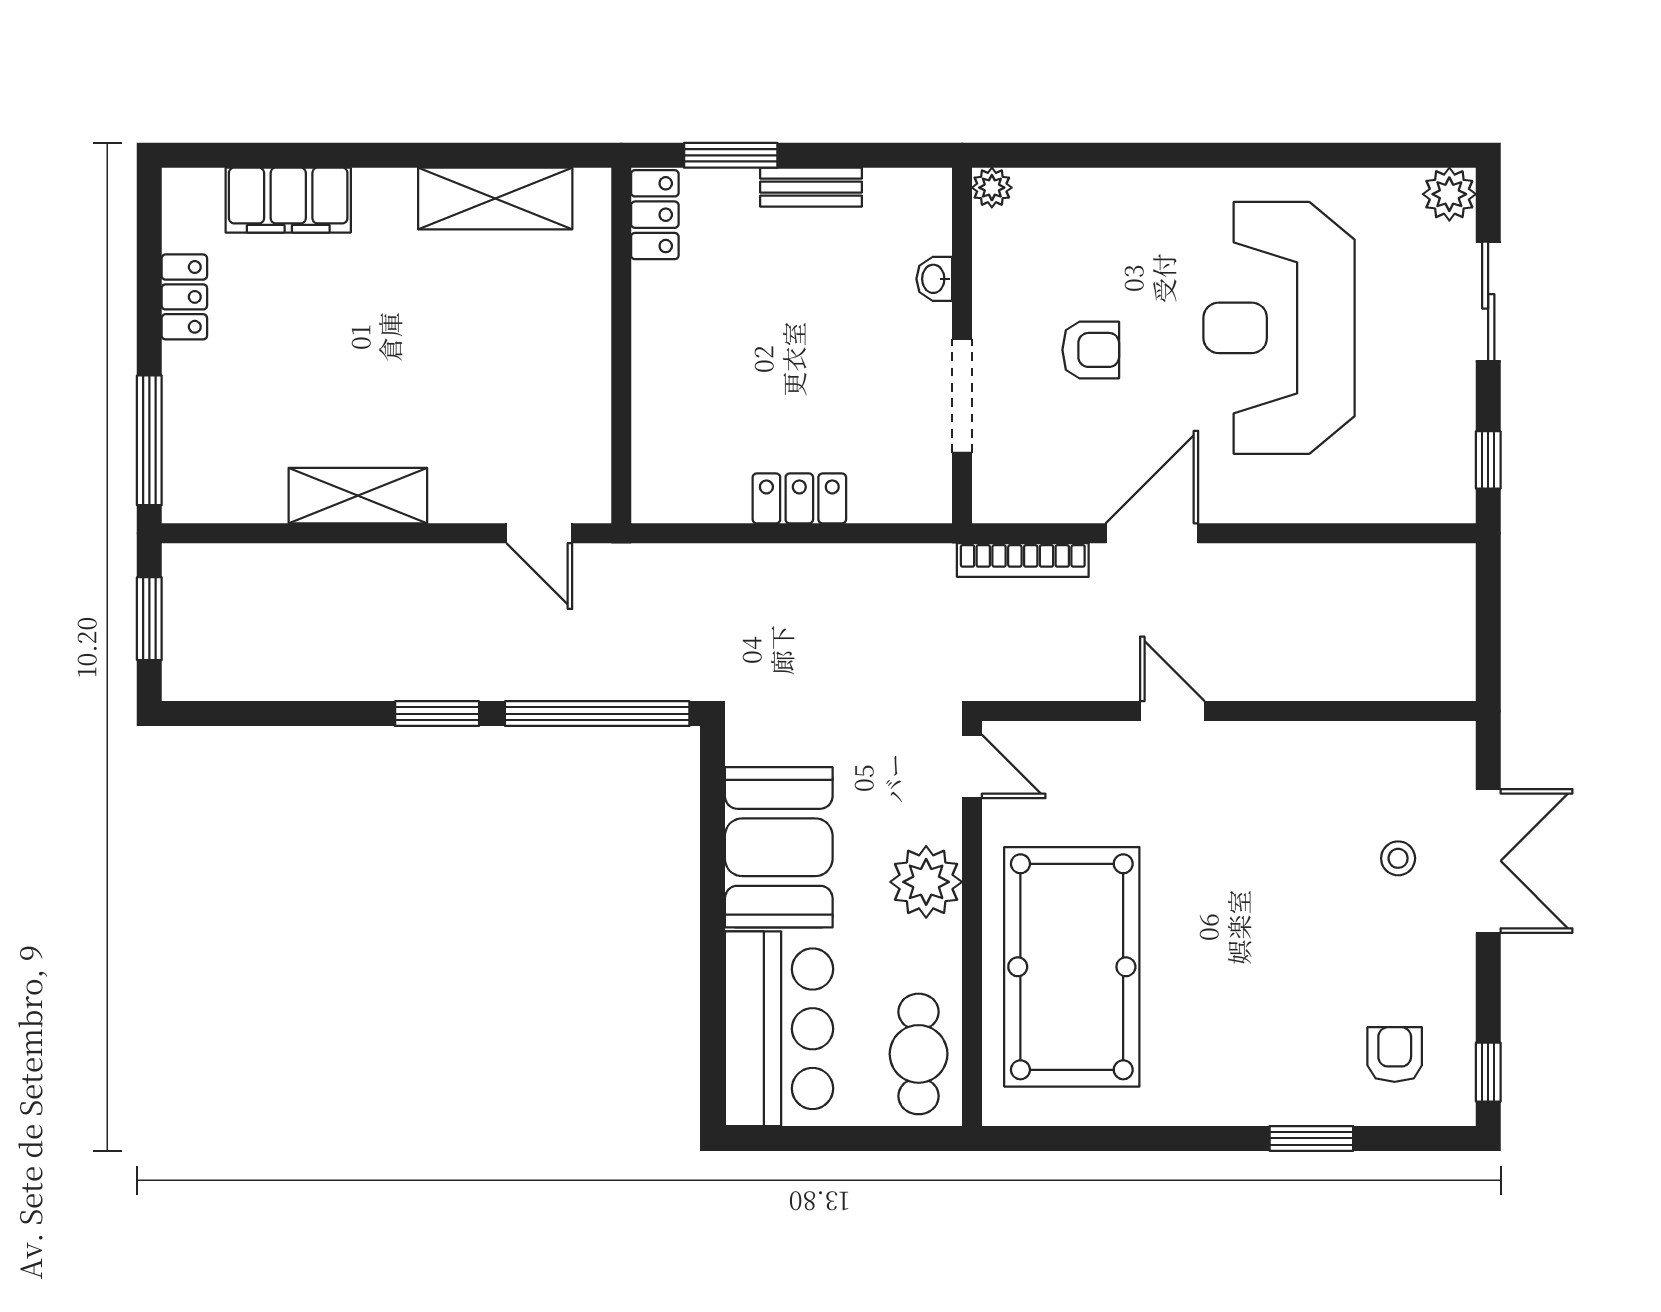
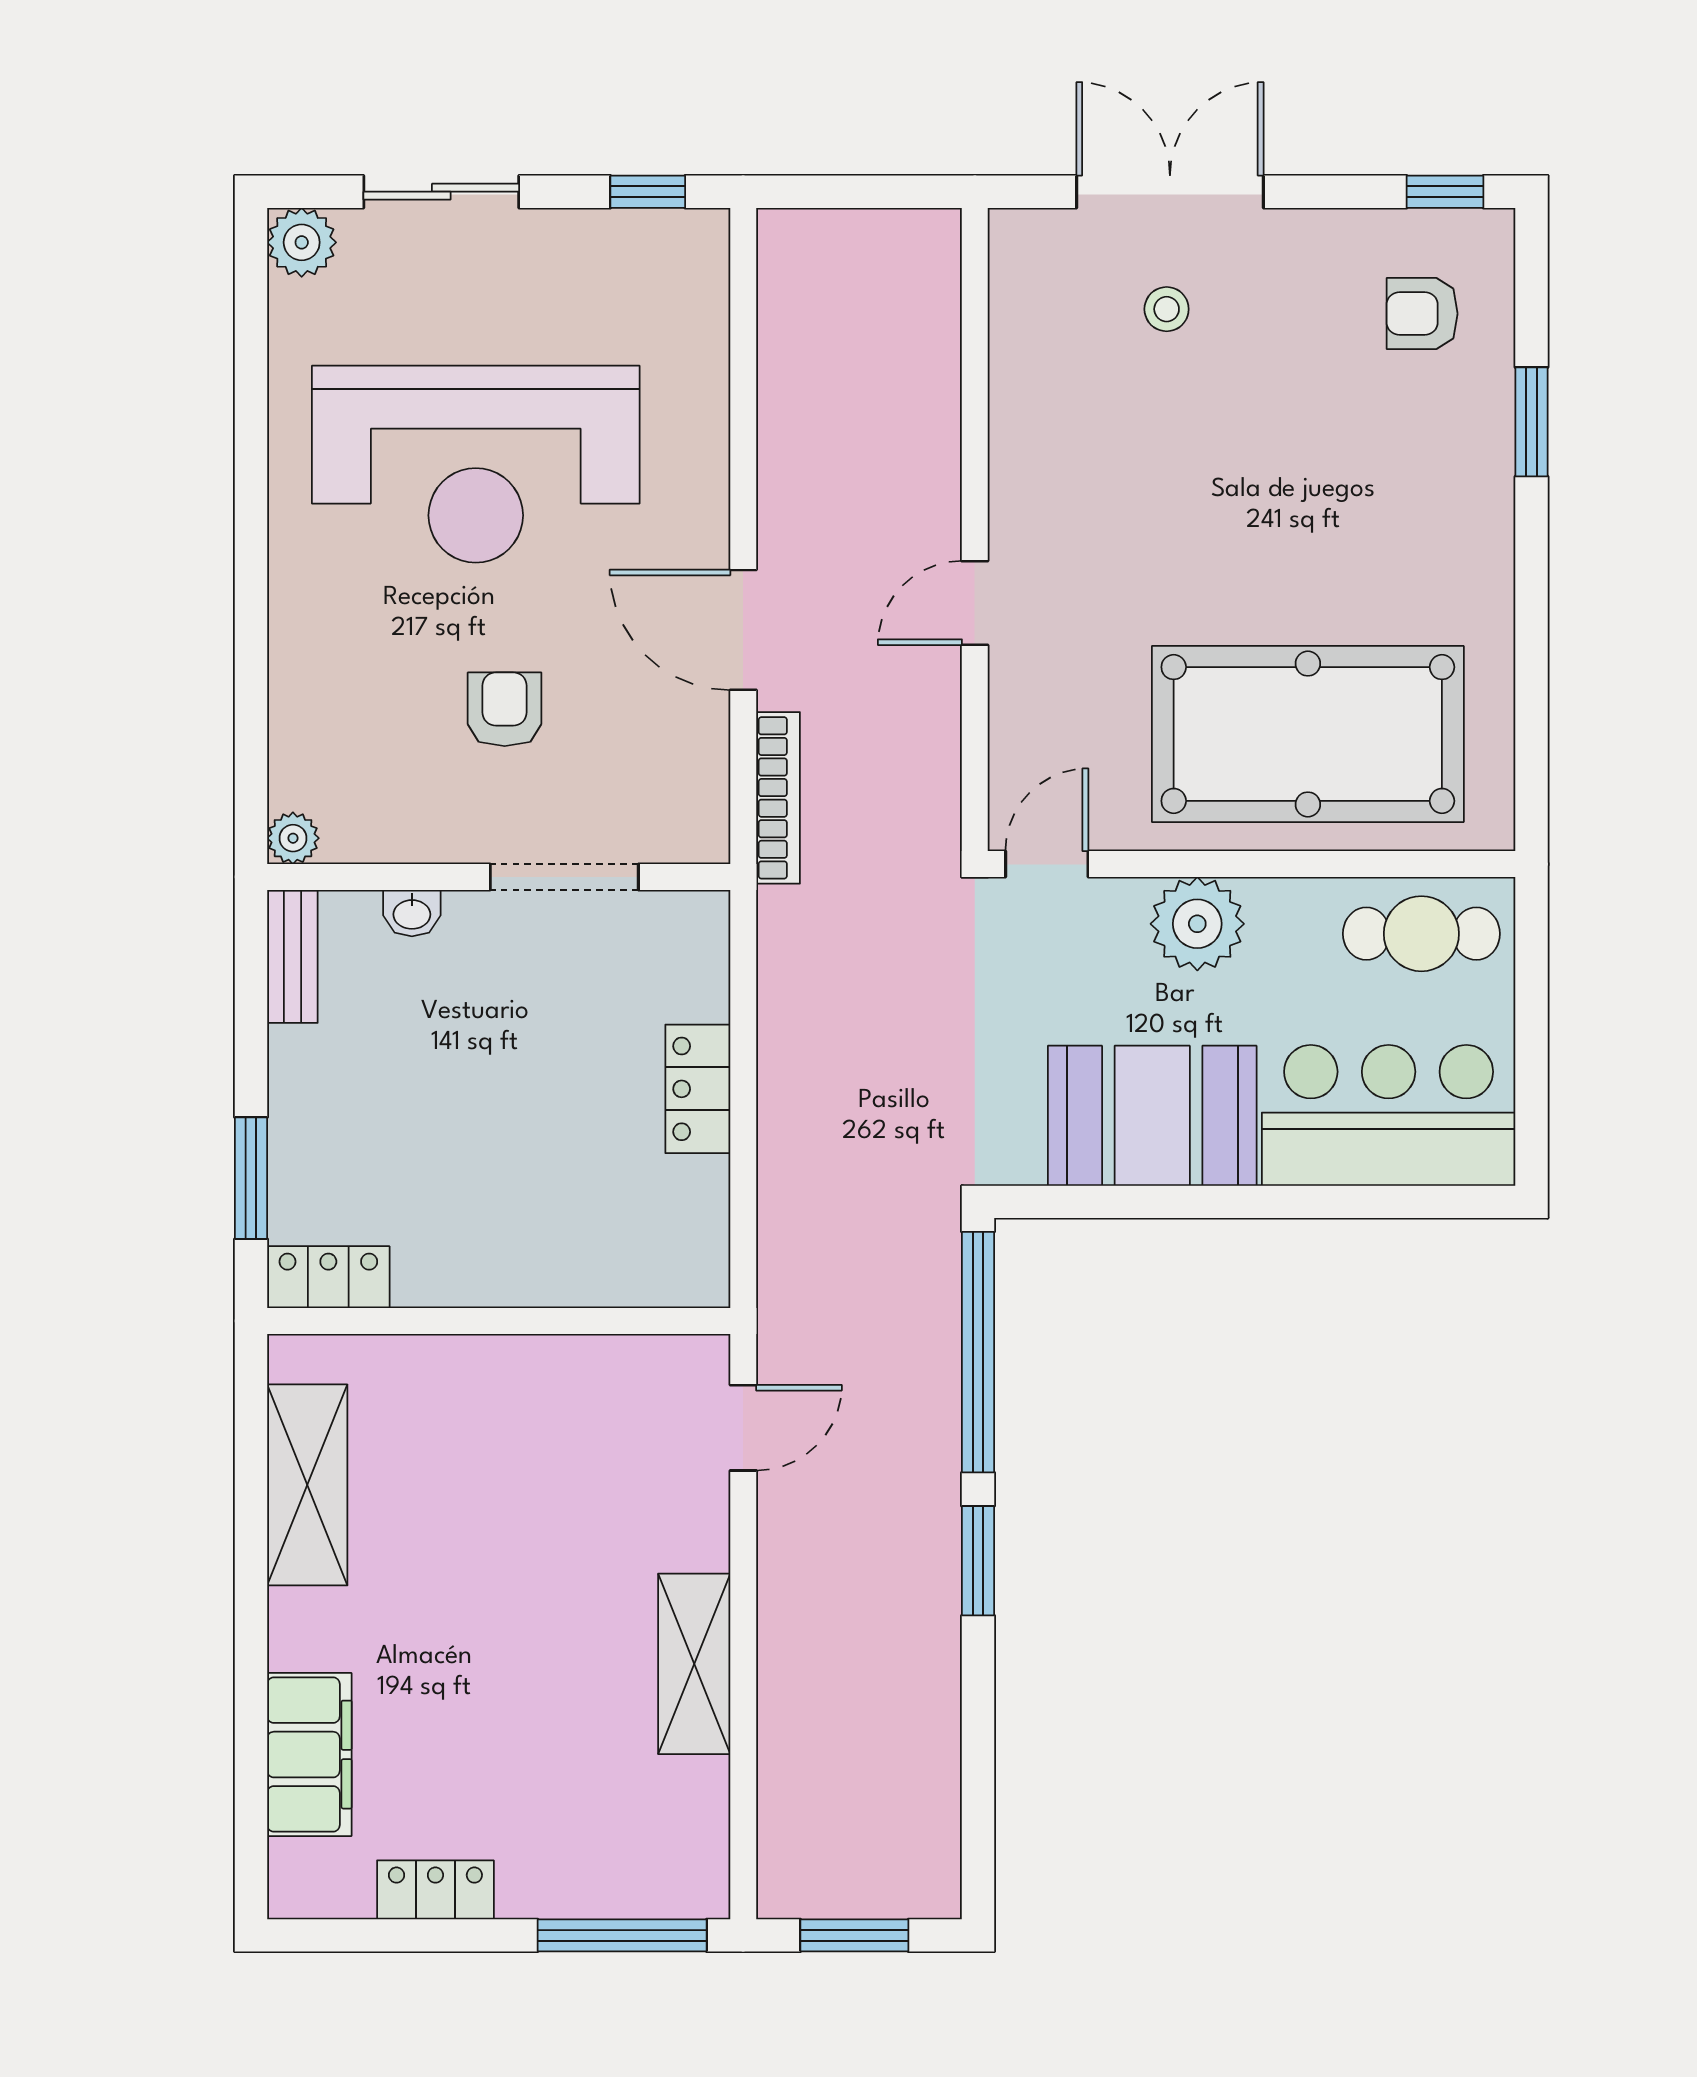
bench: (811, 187) -> (292, 957), moved

